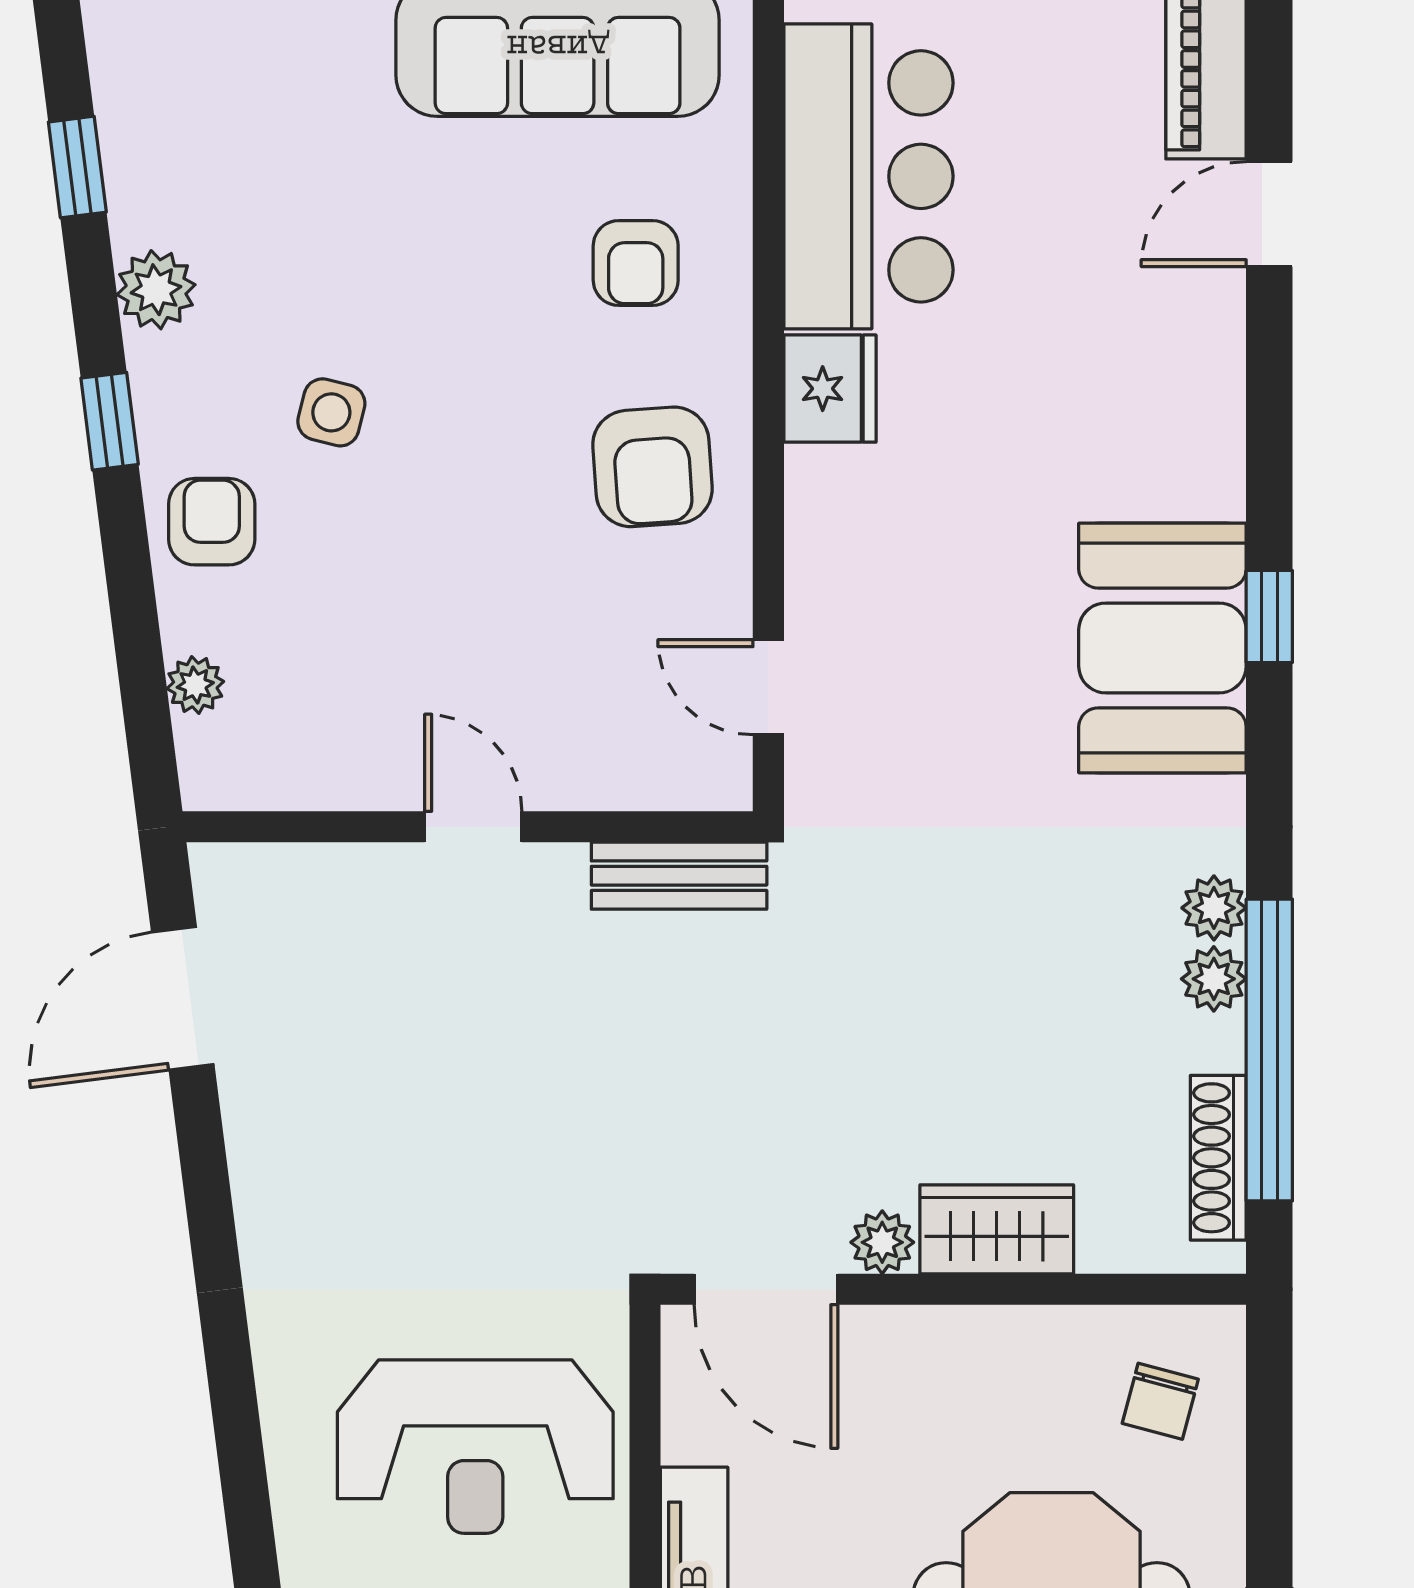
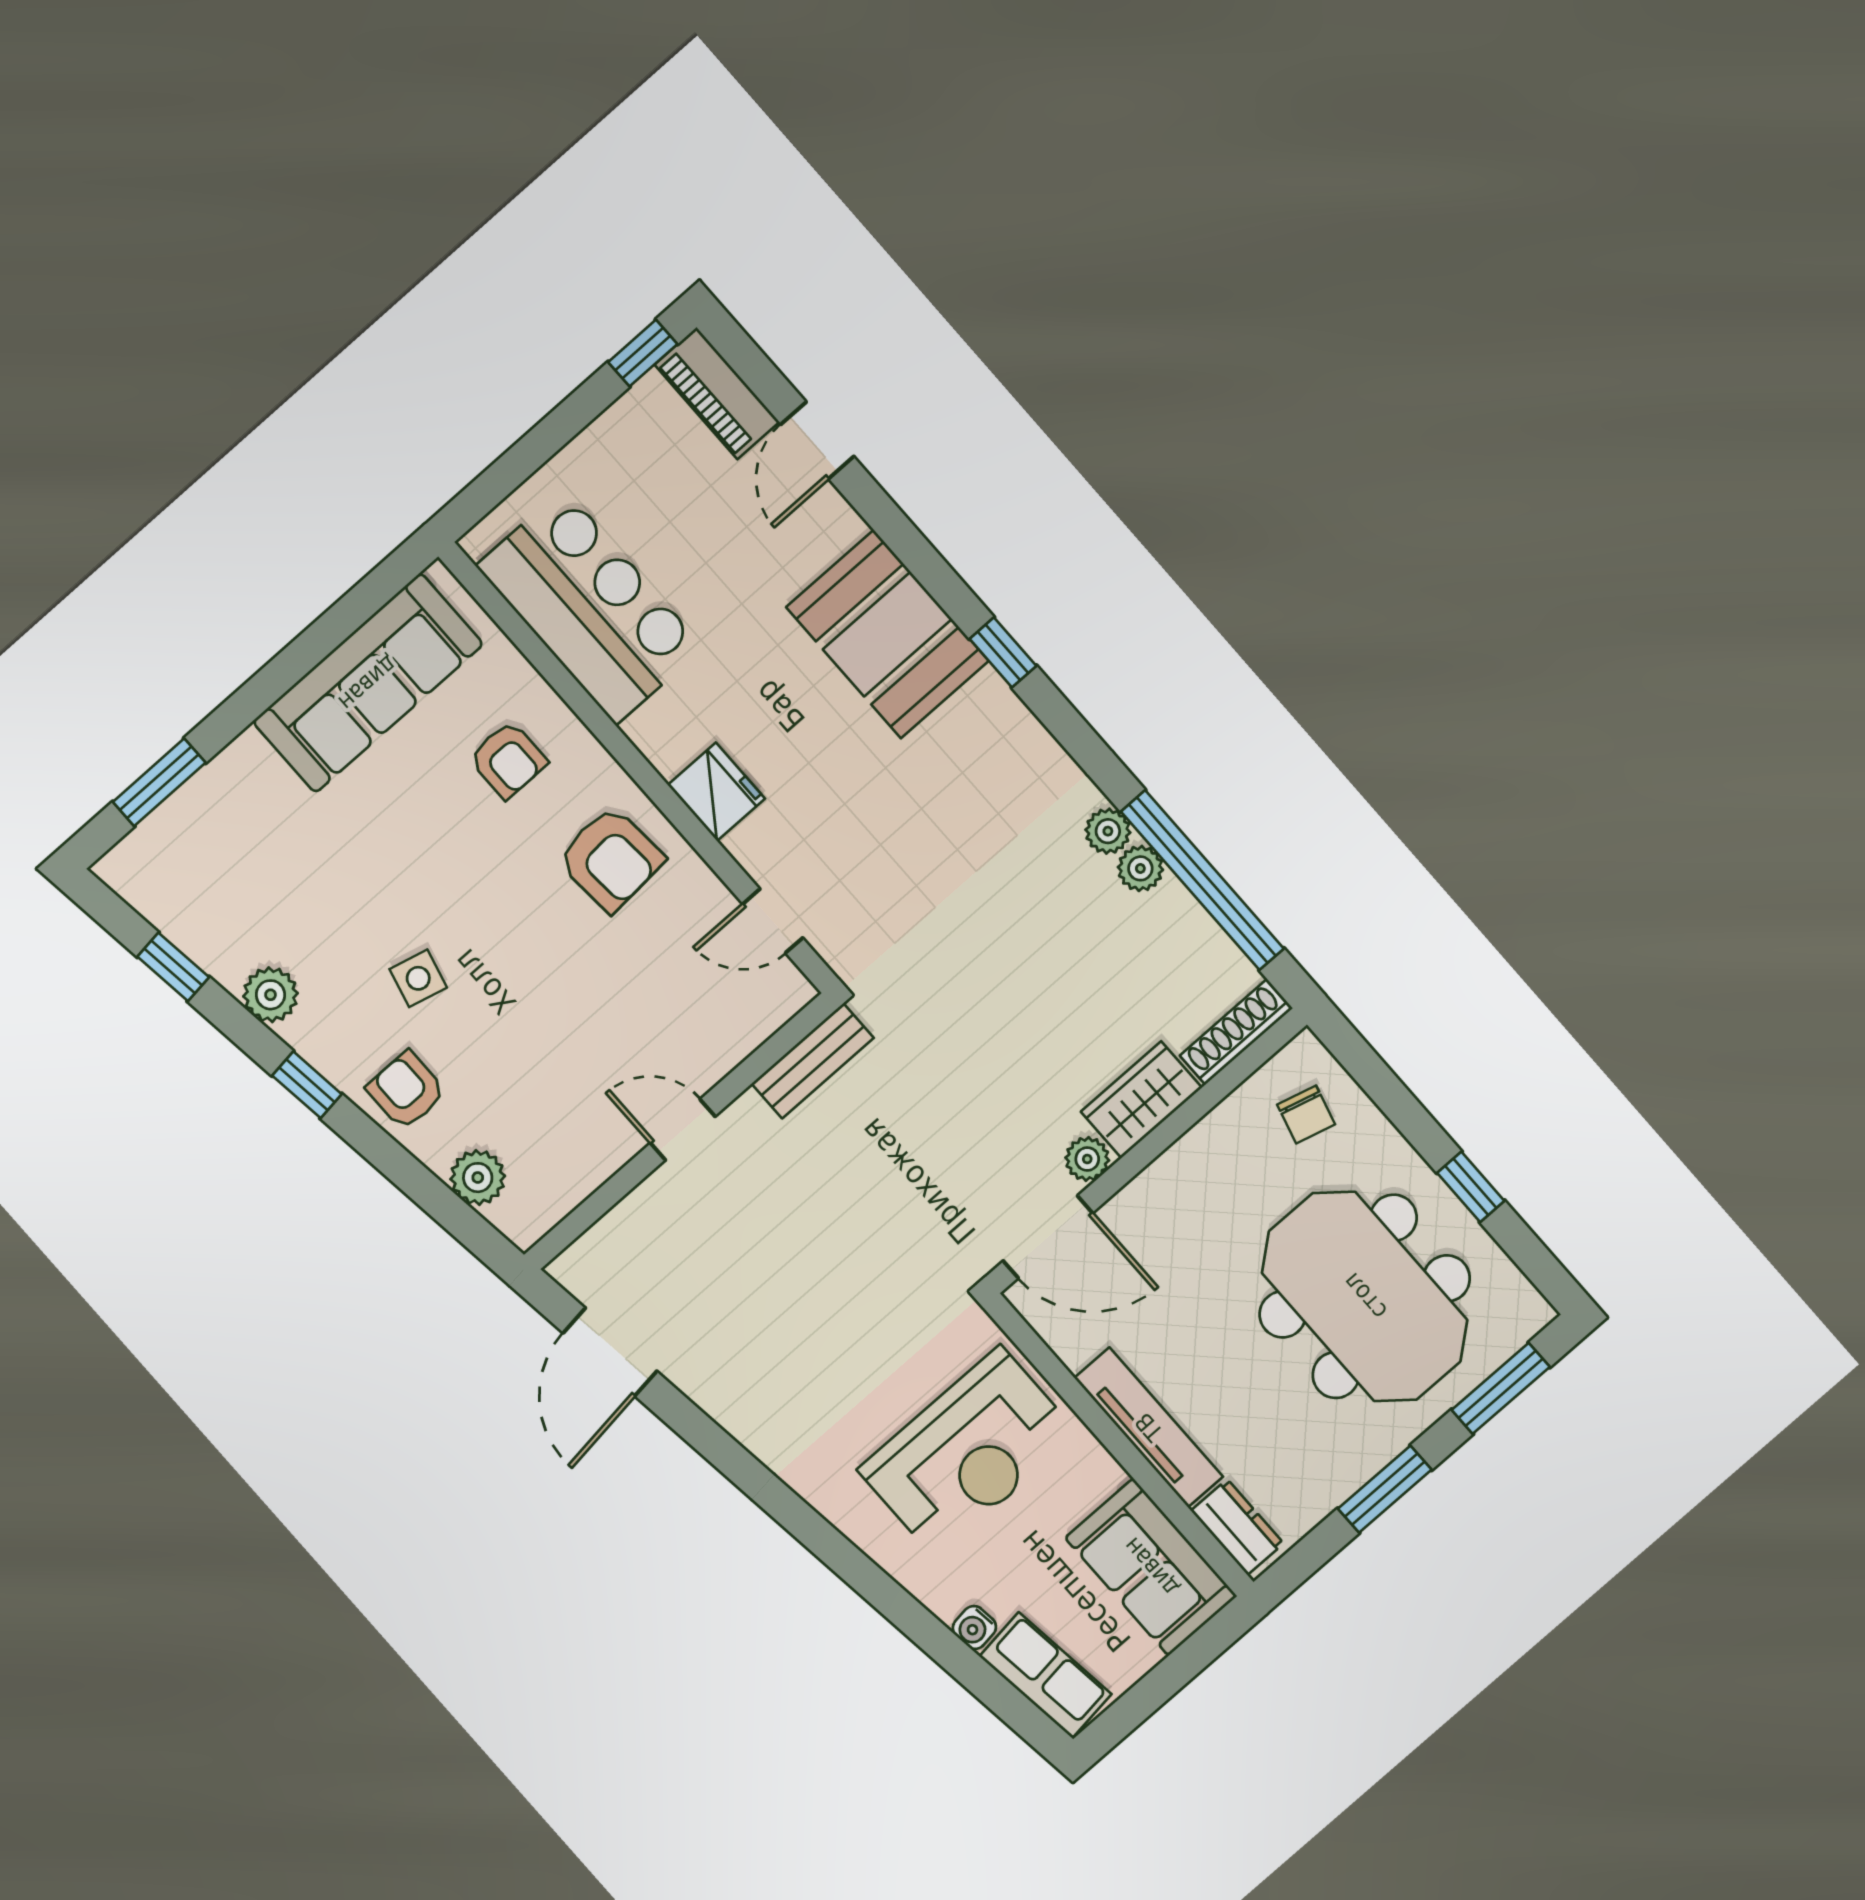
fridge: (830, 389) -> (716, 792), moved
booth: (1162, 648) -> (887, 634), moved
plant: (195, 685) -> (478, 1178), width x1.38, depth x1.38
shoe rack: (1218, 1158) -> (1236, 1032), moved, turned 90

